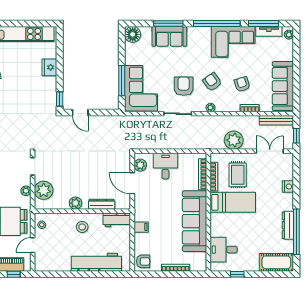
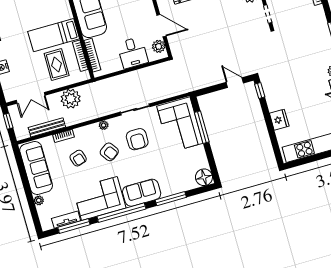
plant: (289, 35) -> (39, 200), moved
sofa: (169, 36) -> (142, 193), moved
bench: (276, 120) -> (47, 127), moved

